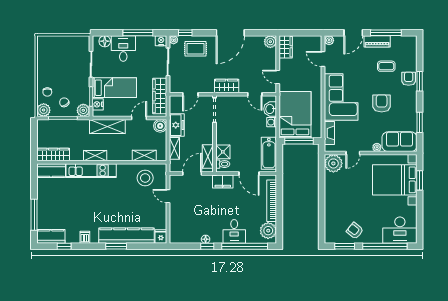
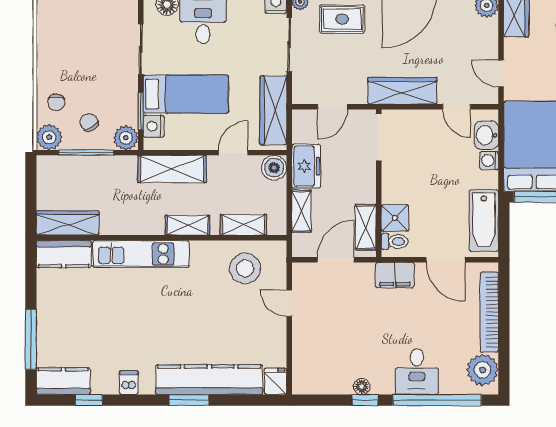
wardrobe: (227, 86) -> (402, 91), width x1.50
shelving: (95, 156) -> (187, 225), moved

